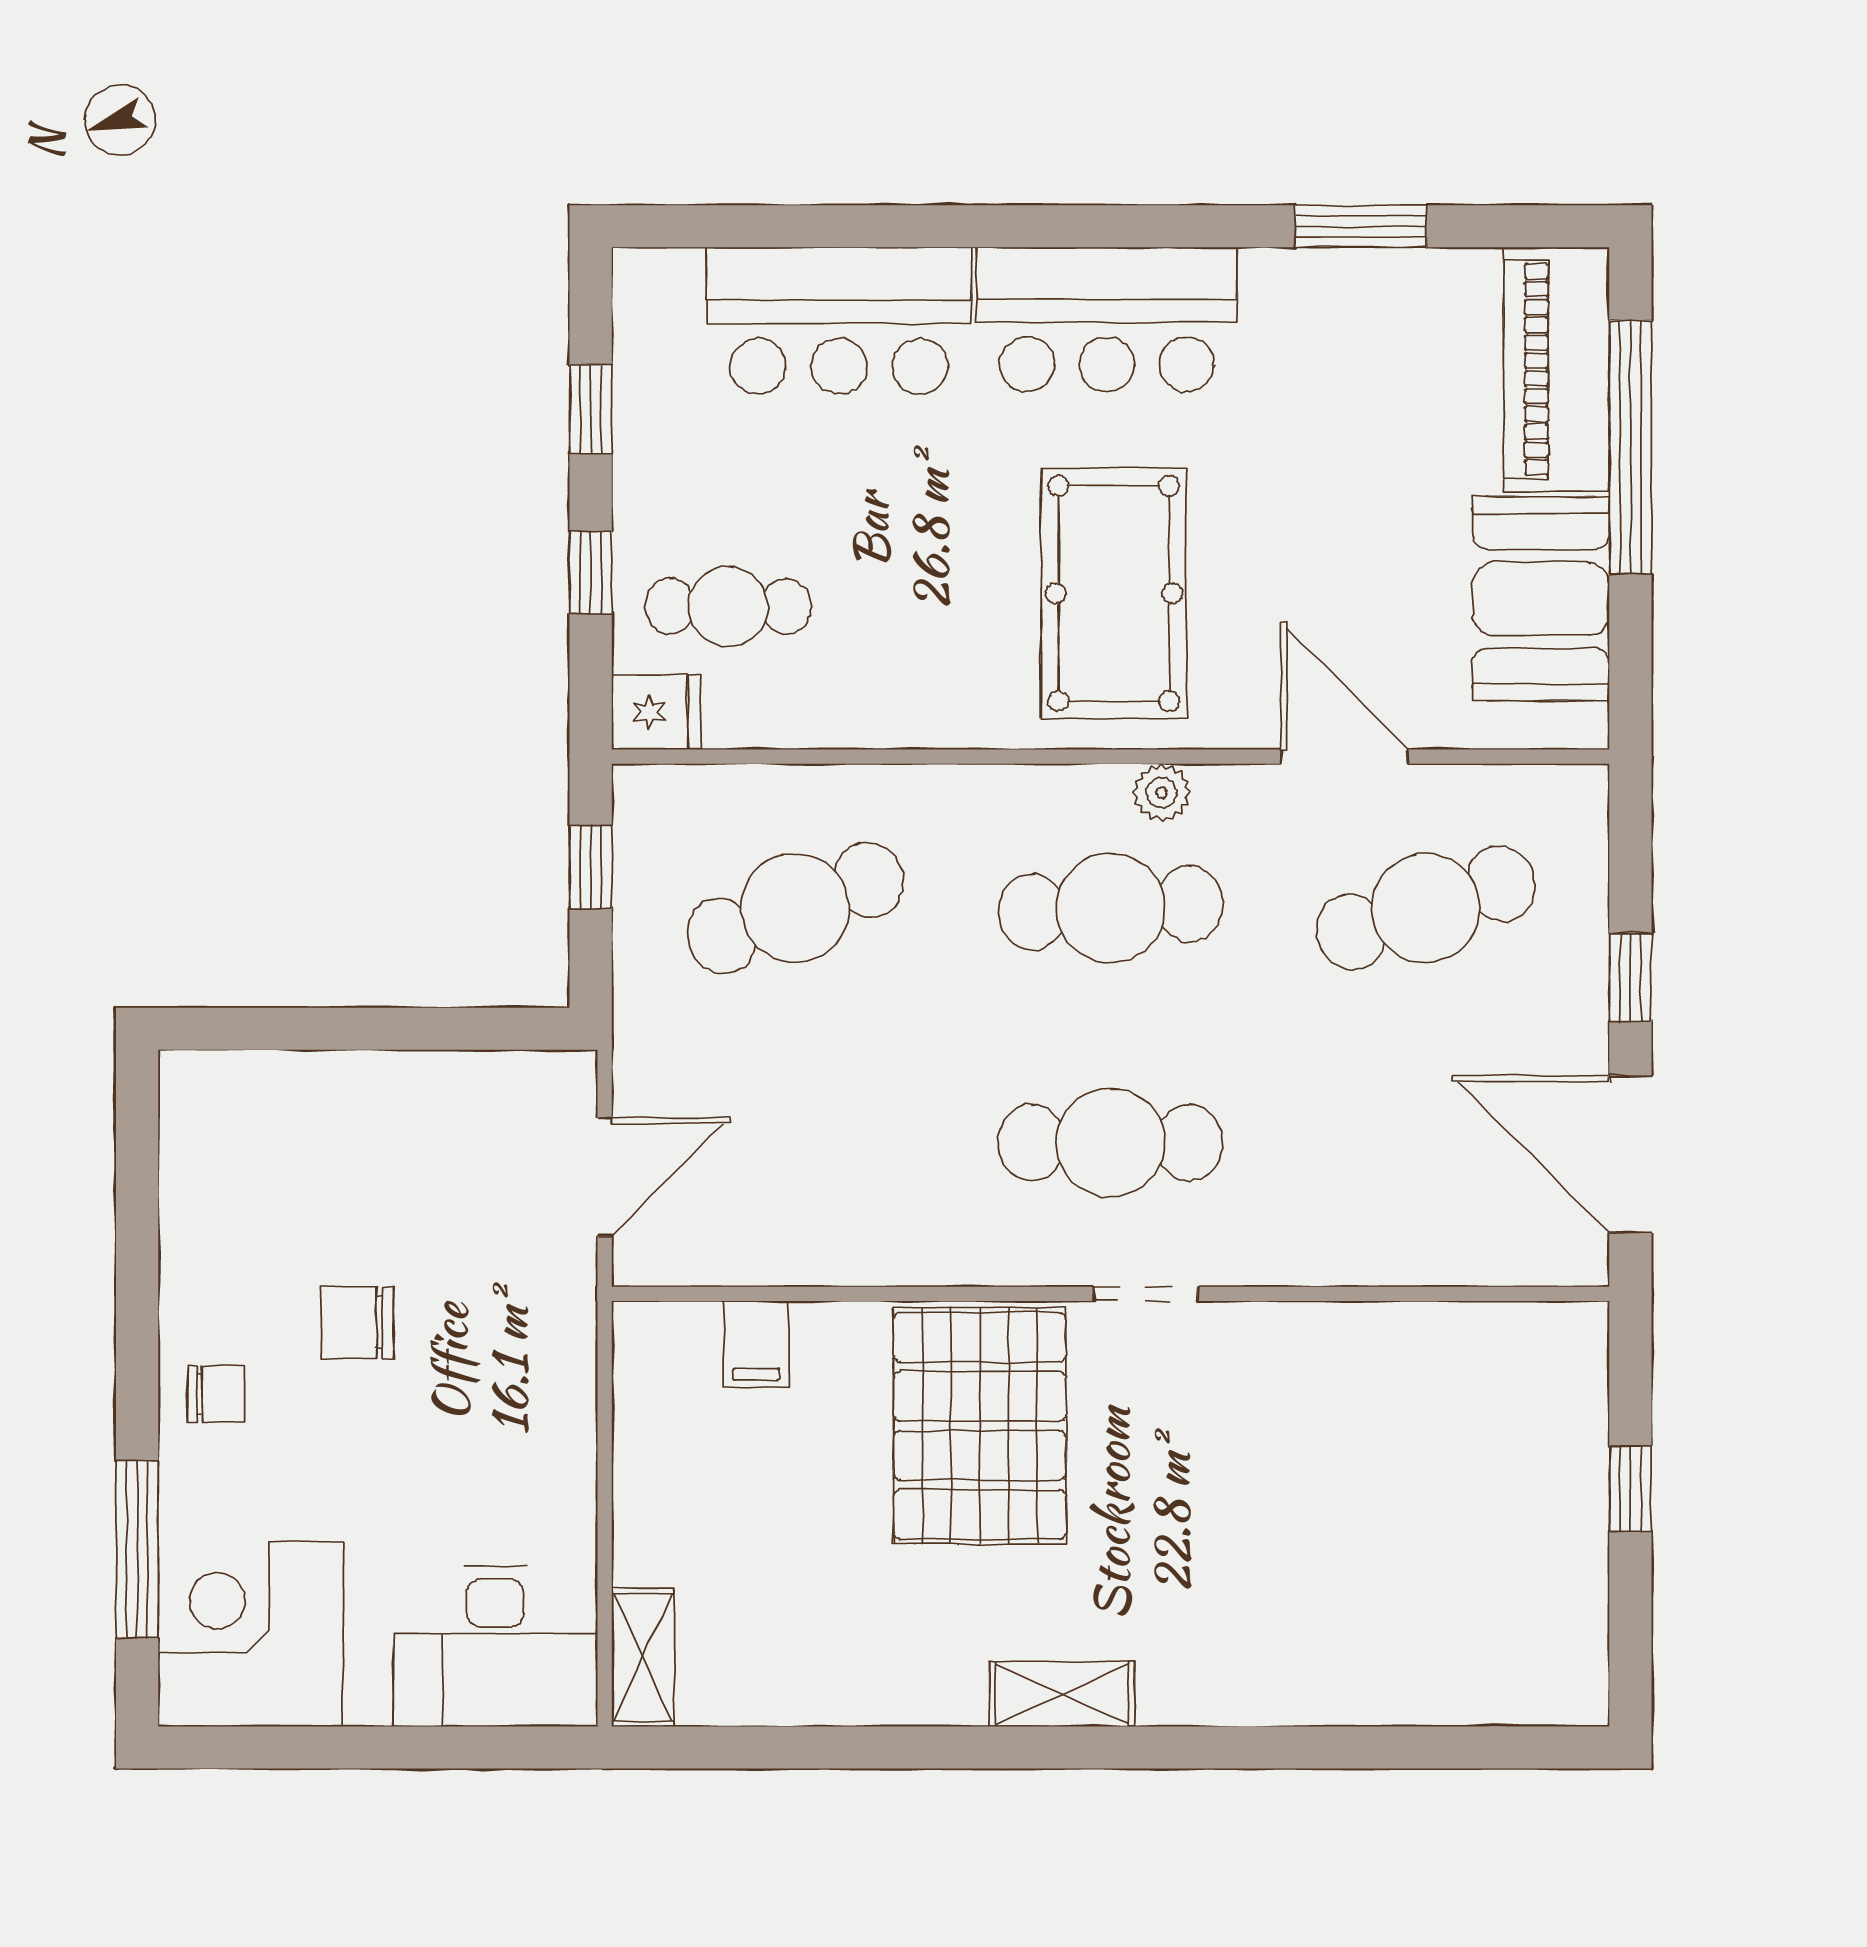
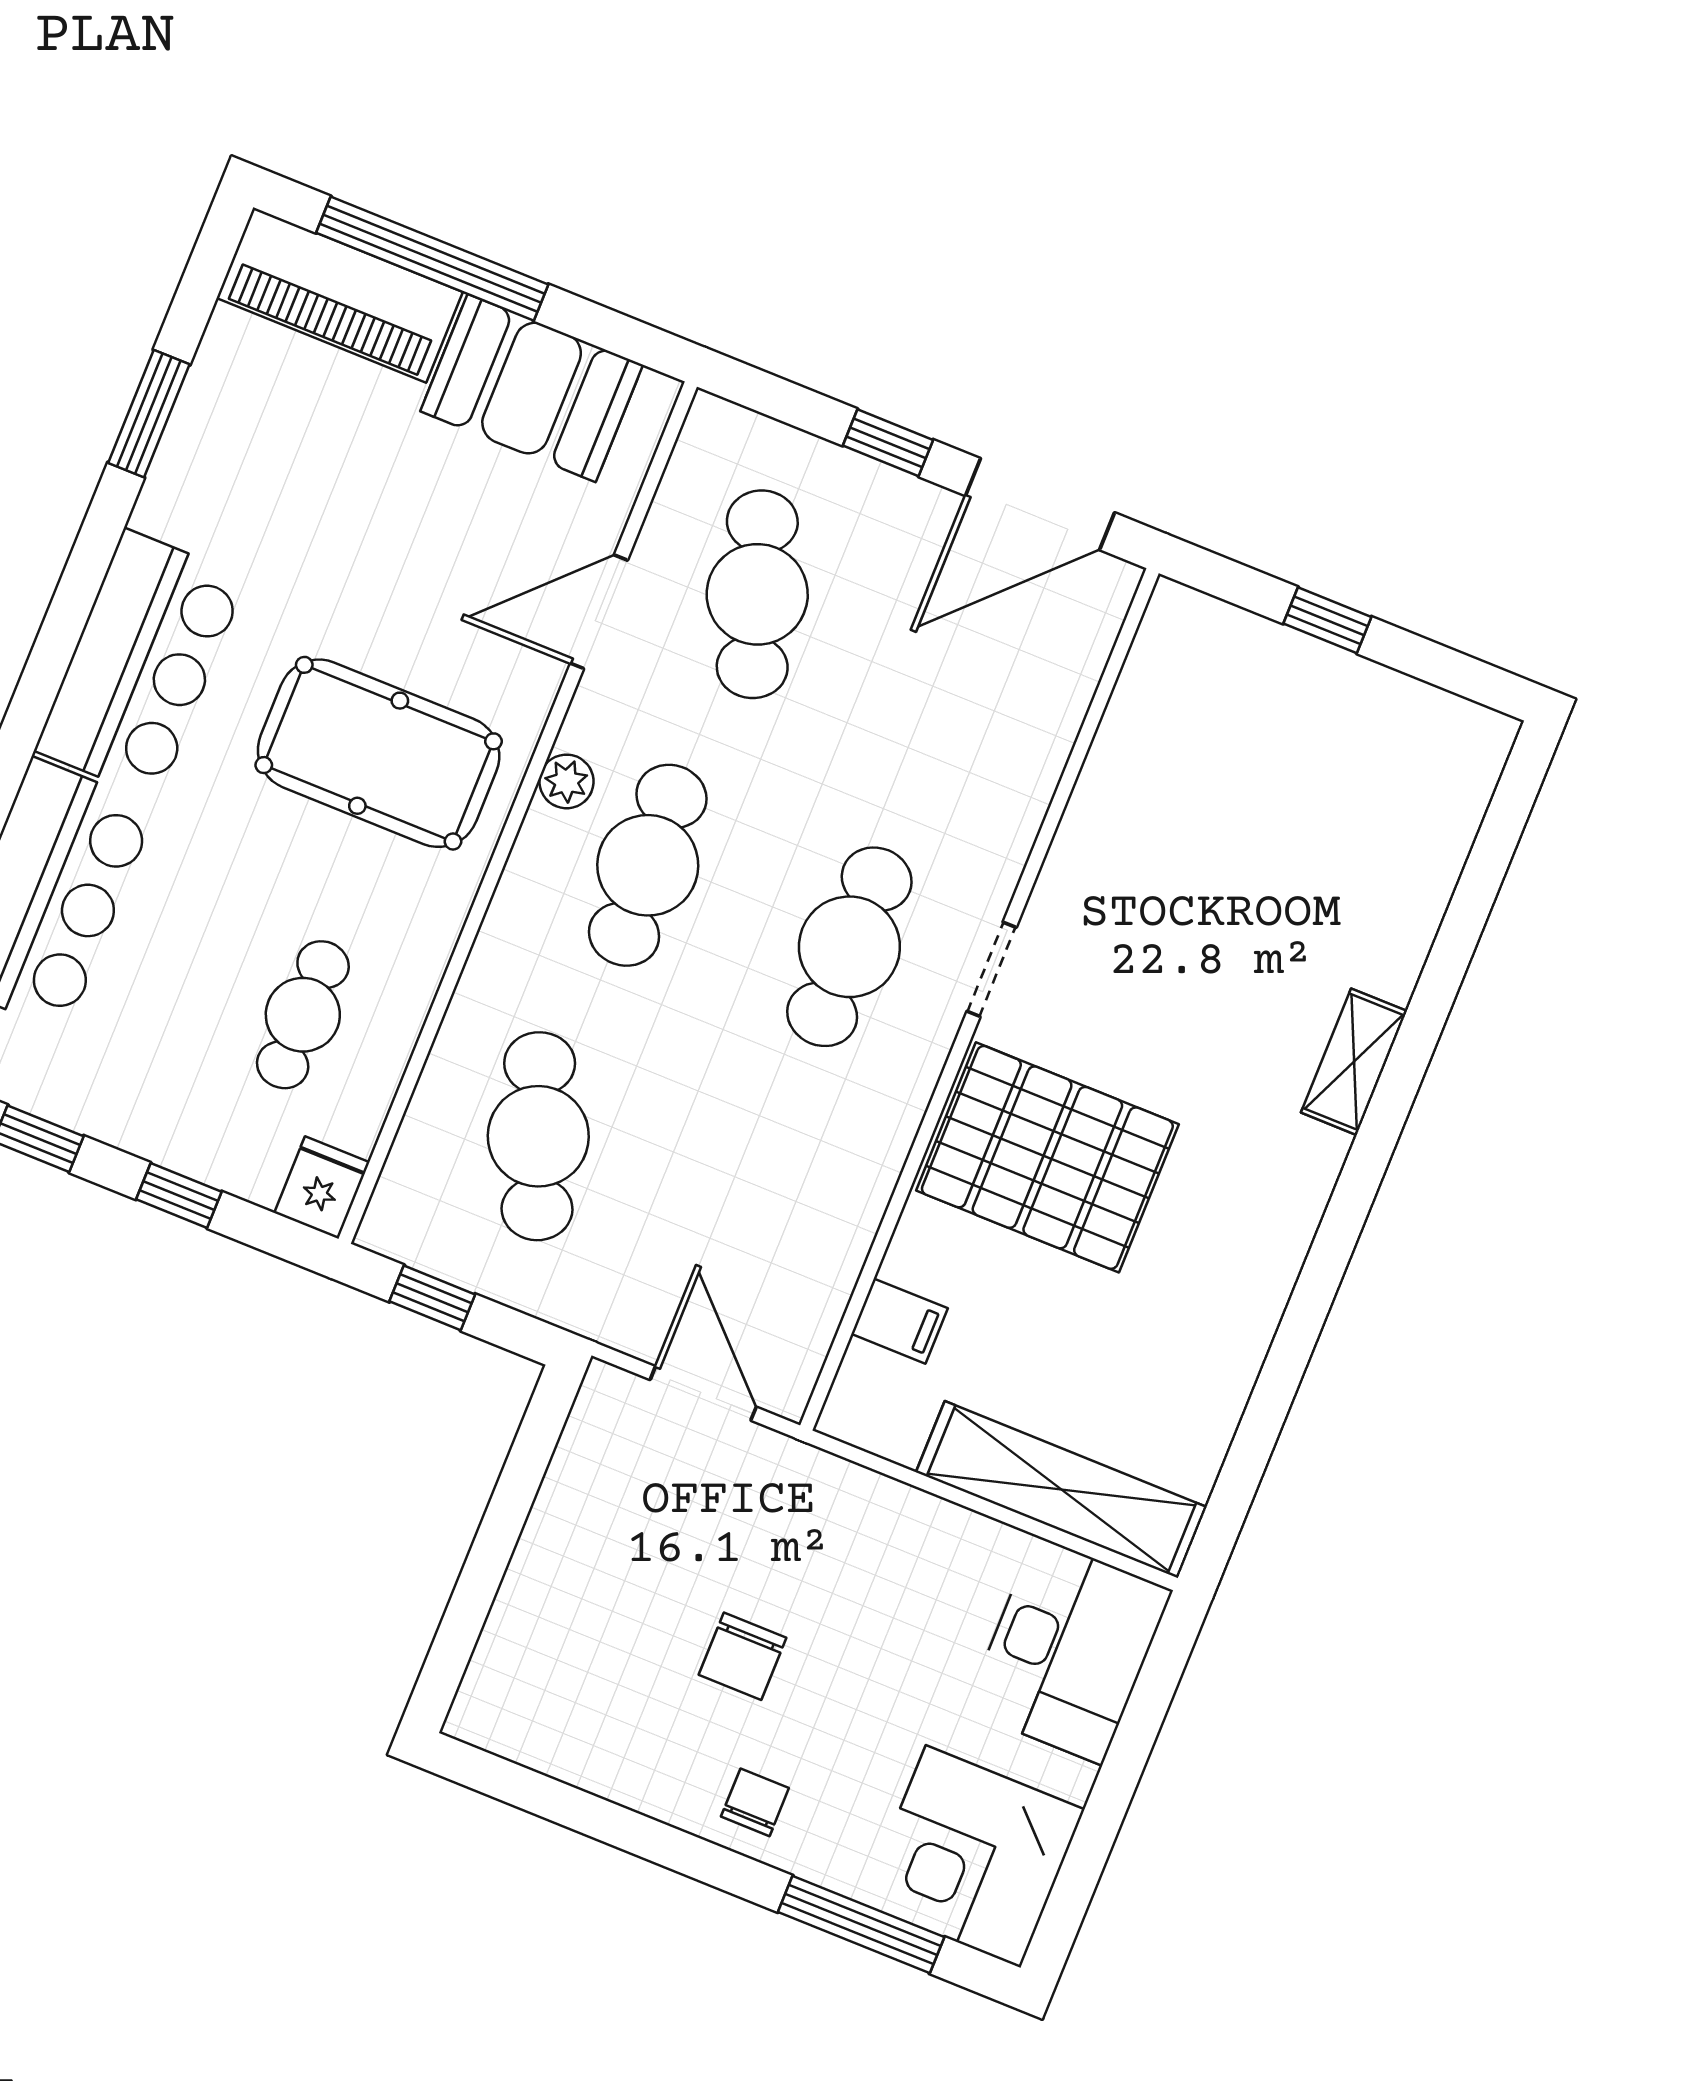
cafe table: (728, 606) -> (303, 1015), moved
shelving: (643, 1657) -> (1061, 1490), width x2.20, depth x1.33
shelving: (1062, 1694) -> (1354, 1062), moved

